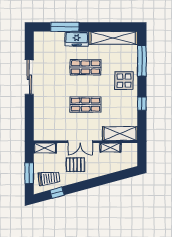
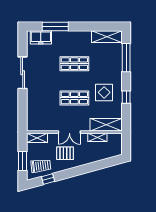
shelving: (113, 38) -> (107, 37), width x0.68
freezer: (77, 39) -> (41, 37), moved
display table: (124, 81) -> (104, 92), moved

